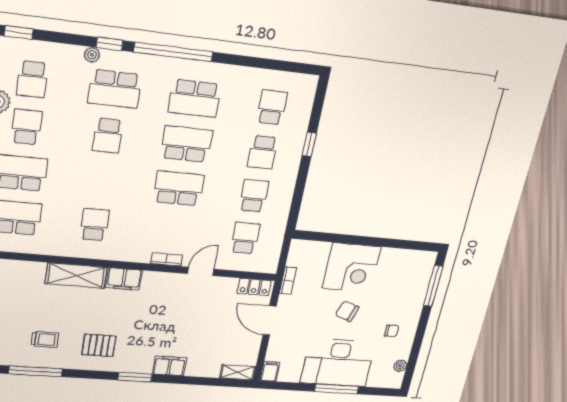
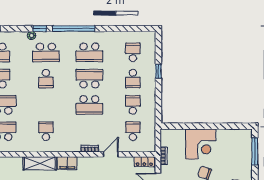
school desk: (179, 188) -> (89, 105), turned 180

